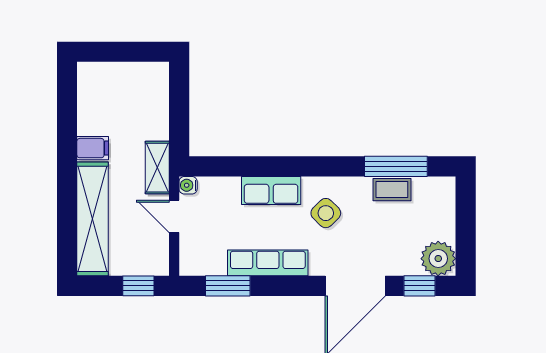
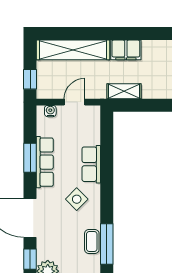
filing cabinet: (93, 148) -> (126, 50), width x2.00
shelving: (157, 168) -> (124, 91), moved
water cooler: (188, 185) -> (50, 111), moved
window: (228, 286) -> (30, 158), moved

